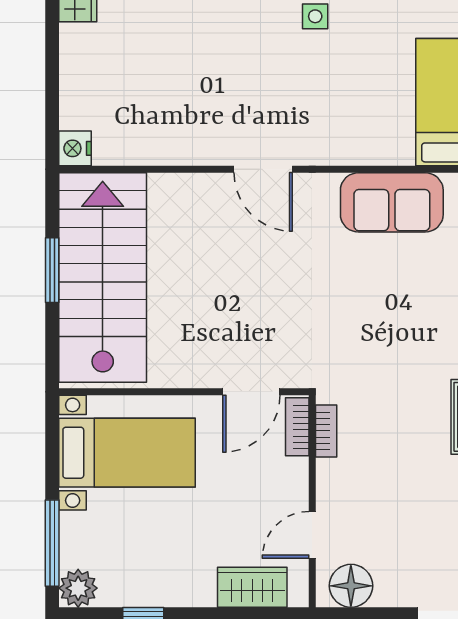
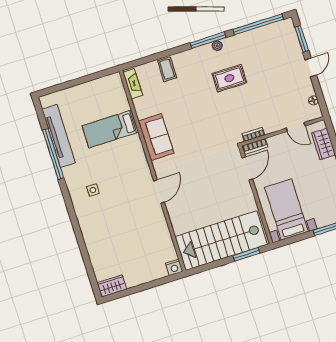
window: (52, 270) -> (246, 254), moved
door: (251, 392) -> (247, 168), hinge flipped
floor lamp: (351, 586) -> (313, 100), width x0.53, depth x0.53

